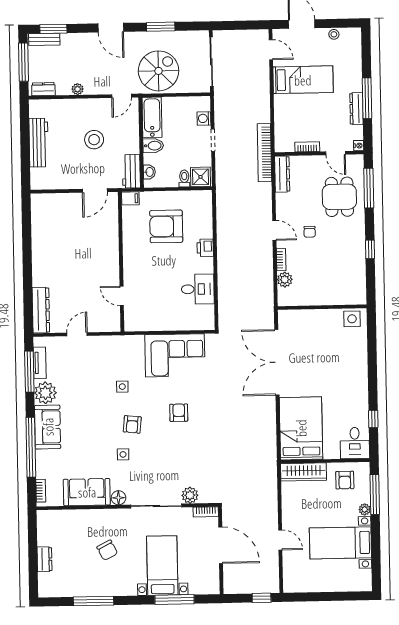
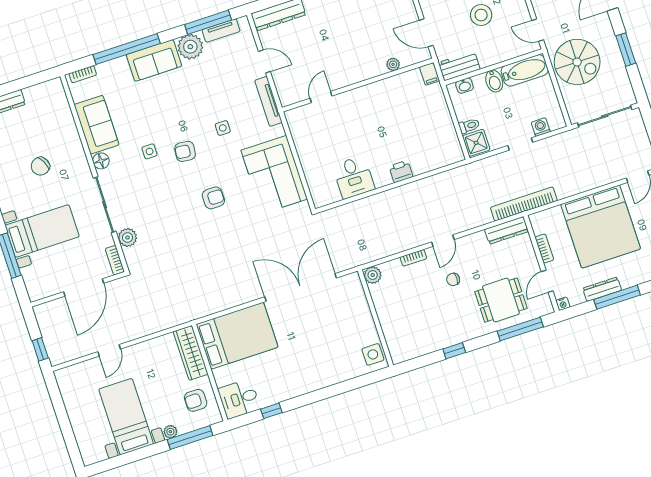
bed: (303, 80) -> (601, 227), width x2.04
armchair: (166, 226) -> (411, 122), removed
plant: (113, 227) -> (393, 64), added
plant: (285, 280) -> (373, 275), moved
tv unit: (112, 341) -> (268, 101), added

